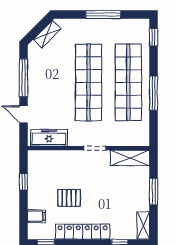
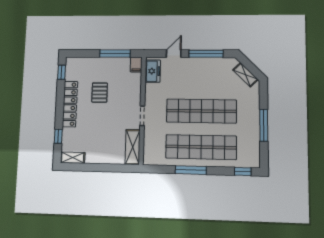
freezer: (49, 138) -> (153, 71), width x0.71
window: (23, 182) -> (115, 53), width x2.17
window: (154, 192) -> (102, 168), removed
filing cabinet: (36, 216) -> (136, 65), moved

